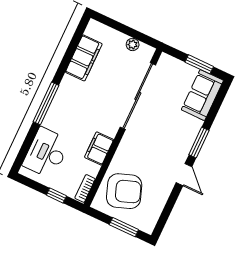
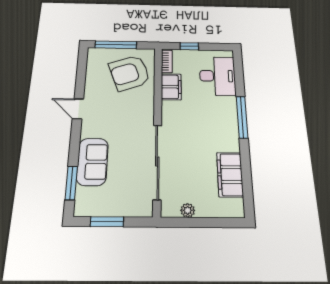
sofa: (202, 95) -> (92, 162), moved
window: (199, 143) -> (71, 183), moved
filing cabinet: (99, 148) -> (171, 87), moved
window: (124, 227) -> (116, 45), width x1.44

